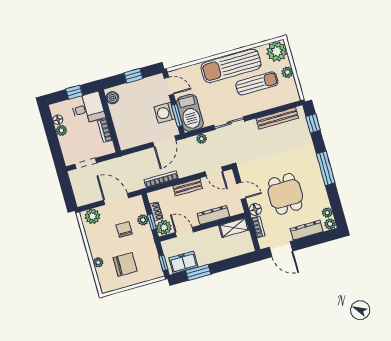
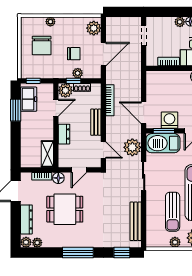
plant: (202, 139) -> (132, 147), width x1.88, depth x1.88
door: (214, 172) -> (103, 150), swing flipped
dresser: (213, 215) -> (64, 134), width x0.70

